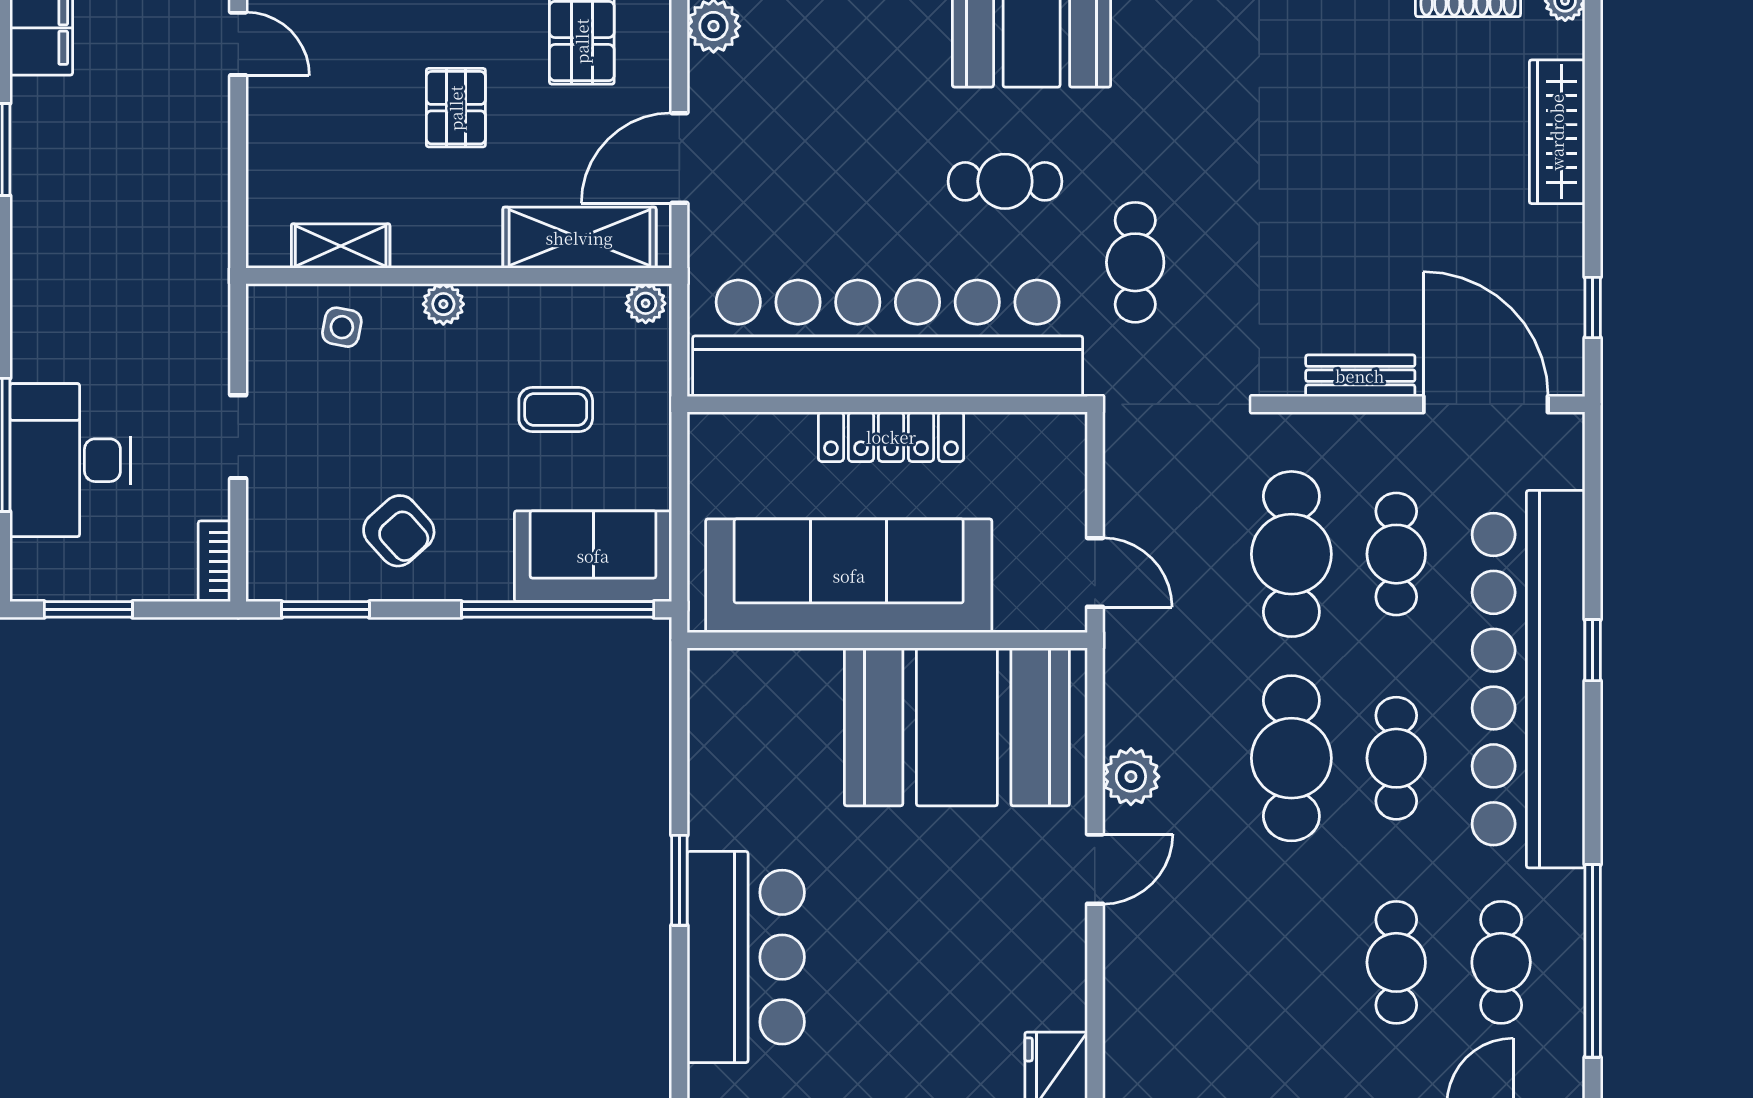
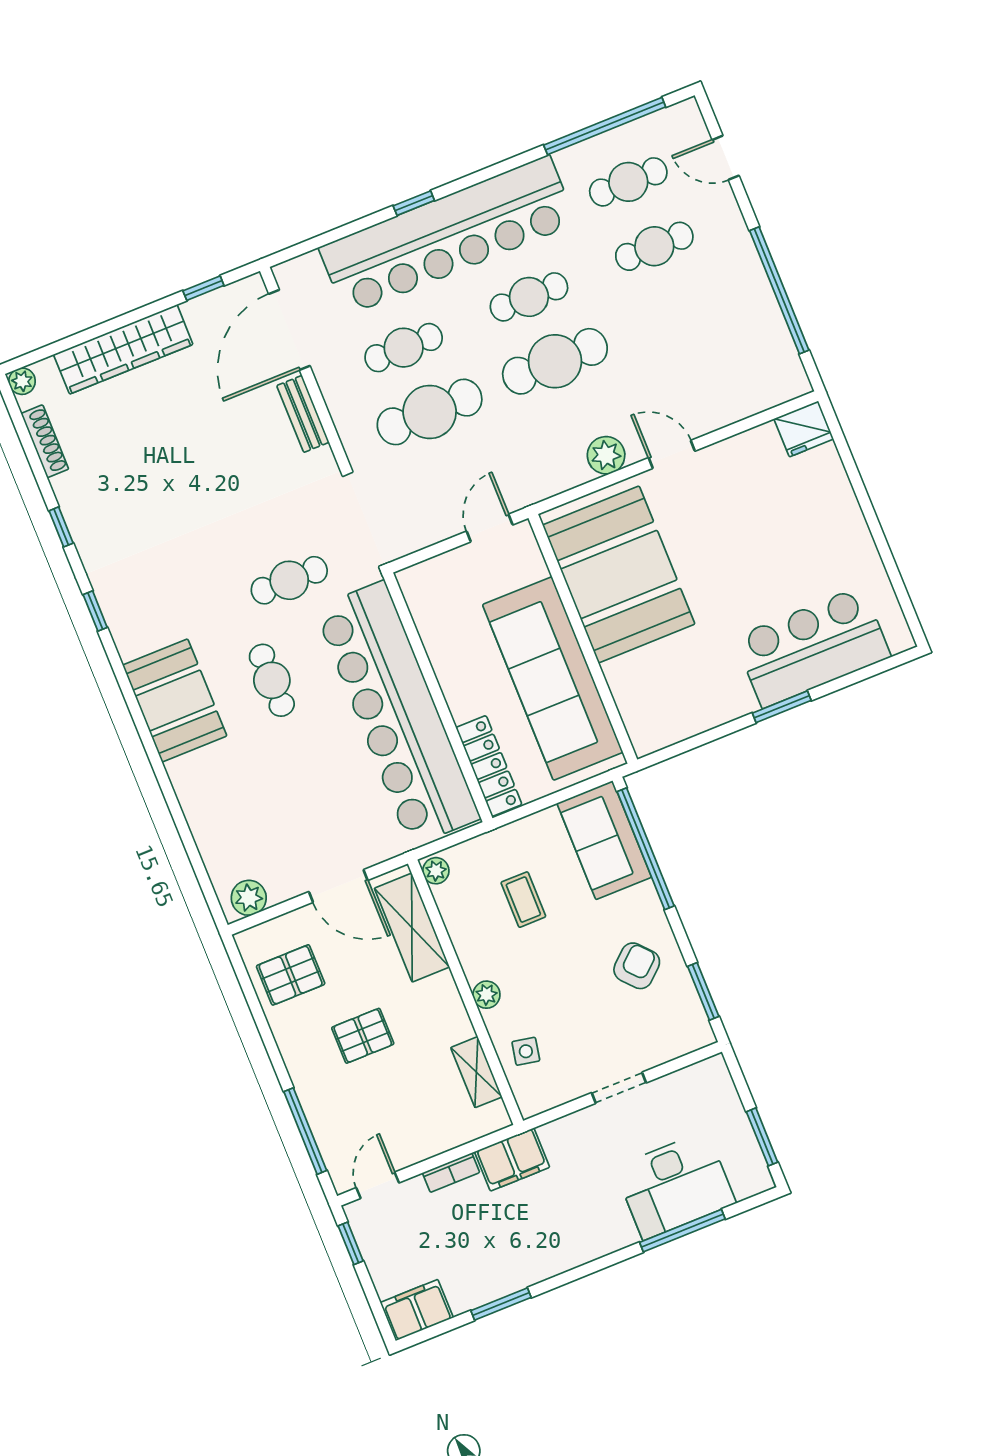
wardrobe: (1557, 132) -> (123, 349), width x1.40, depth x1.17
filing cabinet: (198, 247) -> (512, 1159), added
locker: (891, 437) -> (489, 766), moved
bookcase: (214, 561) -> (451, 1173), moved

